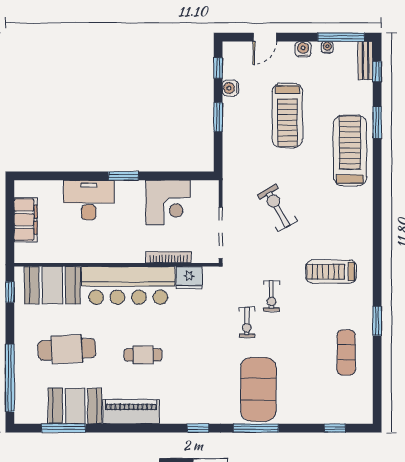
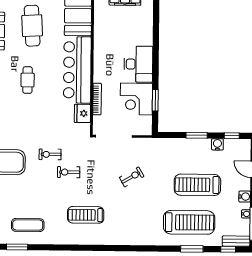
treadmill: (350, 151) -> (189, 222), moved
window: (124, 176) -> (155, 100), moved
desk: (89, 200) -> (138, 64), moved
exercise bike: (277, 208) -> (132, 177), width x0.73, depth x0.72
treadmill: (331, 272) -> (86, 215), turned -90
window: (377, 321) -> (17, 247), moved

